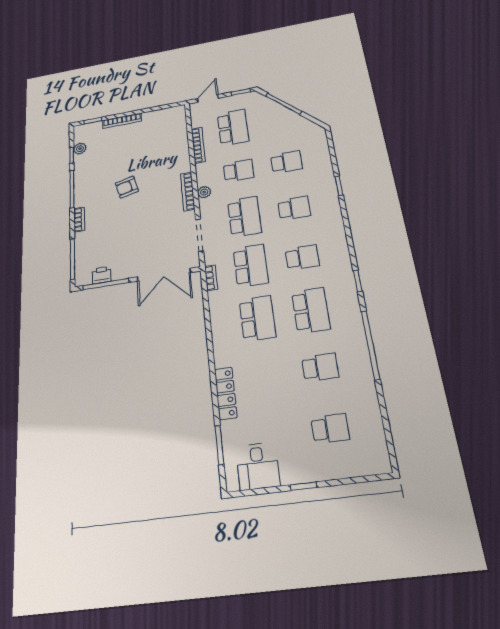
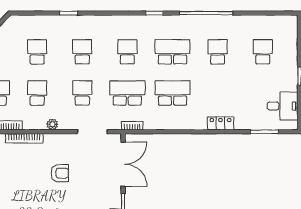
armchair: (127, 187) -> (60, 173), moved, turned -76
bookcase: (188, 191) -> (24, 138), moved
school desk: (244, 217) -> (82, 93), width x0.54
locker: (226, 393) -> (220, 123), width x0.66

